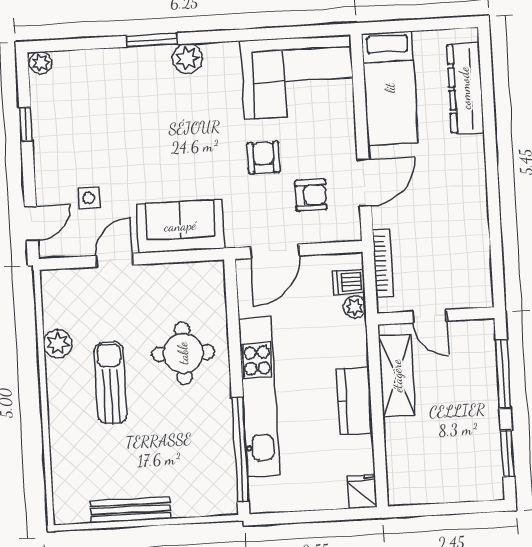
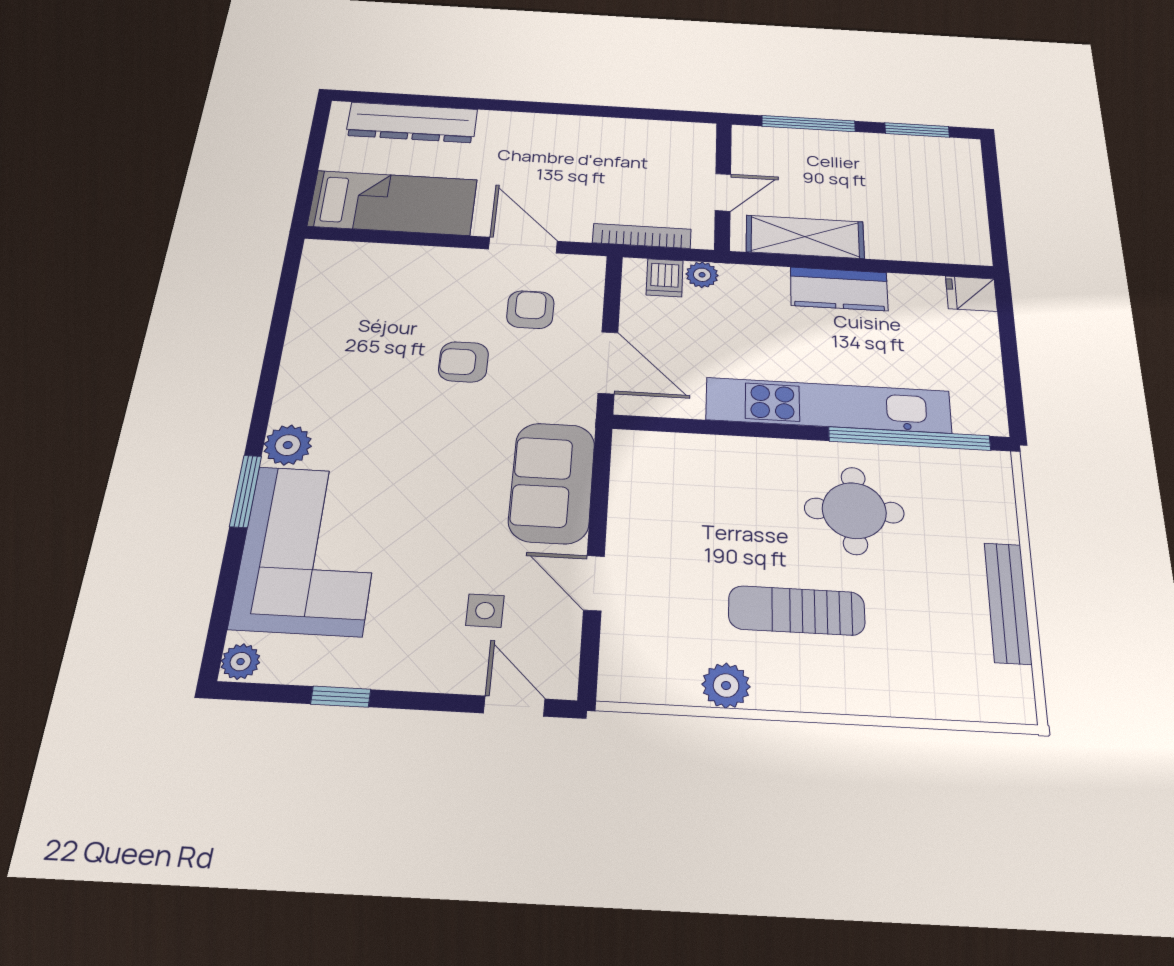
corner sofa: (298, 77) -> (309, 550), moved
round table: (183, 353) -> (854, 511), moved

